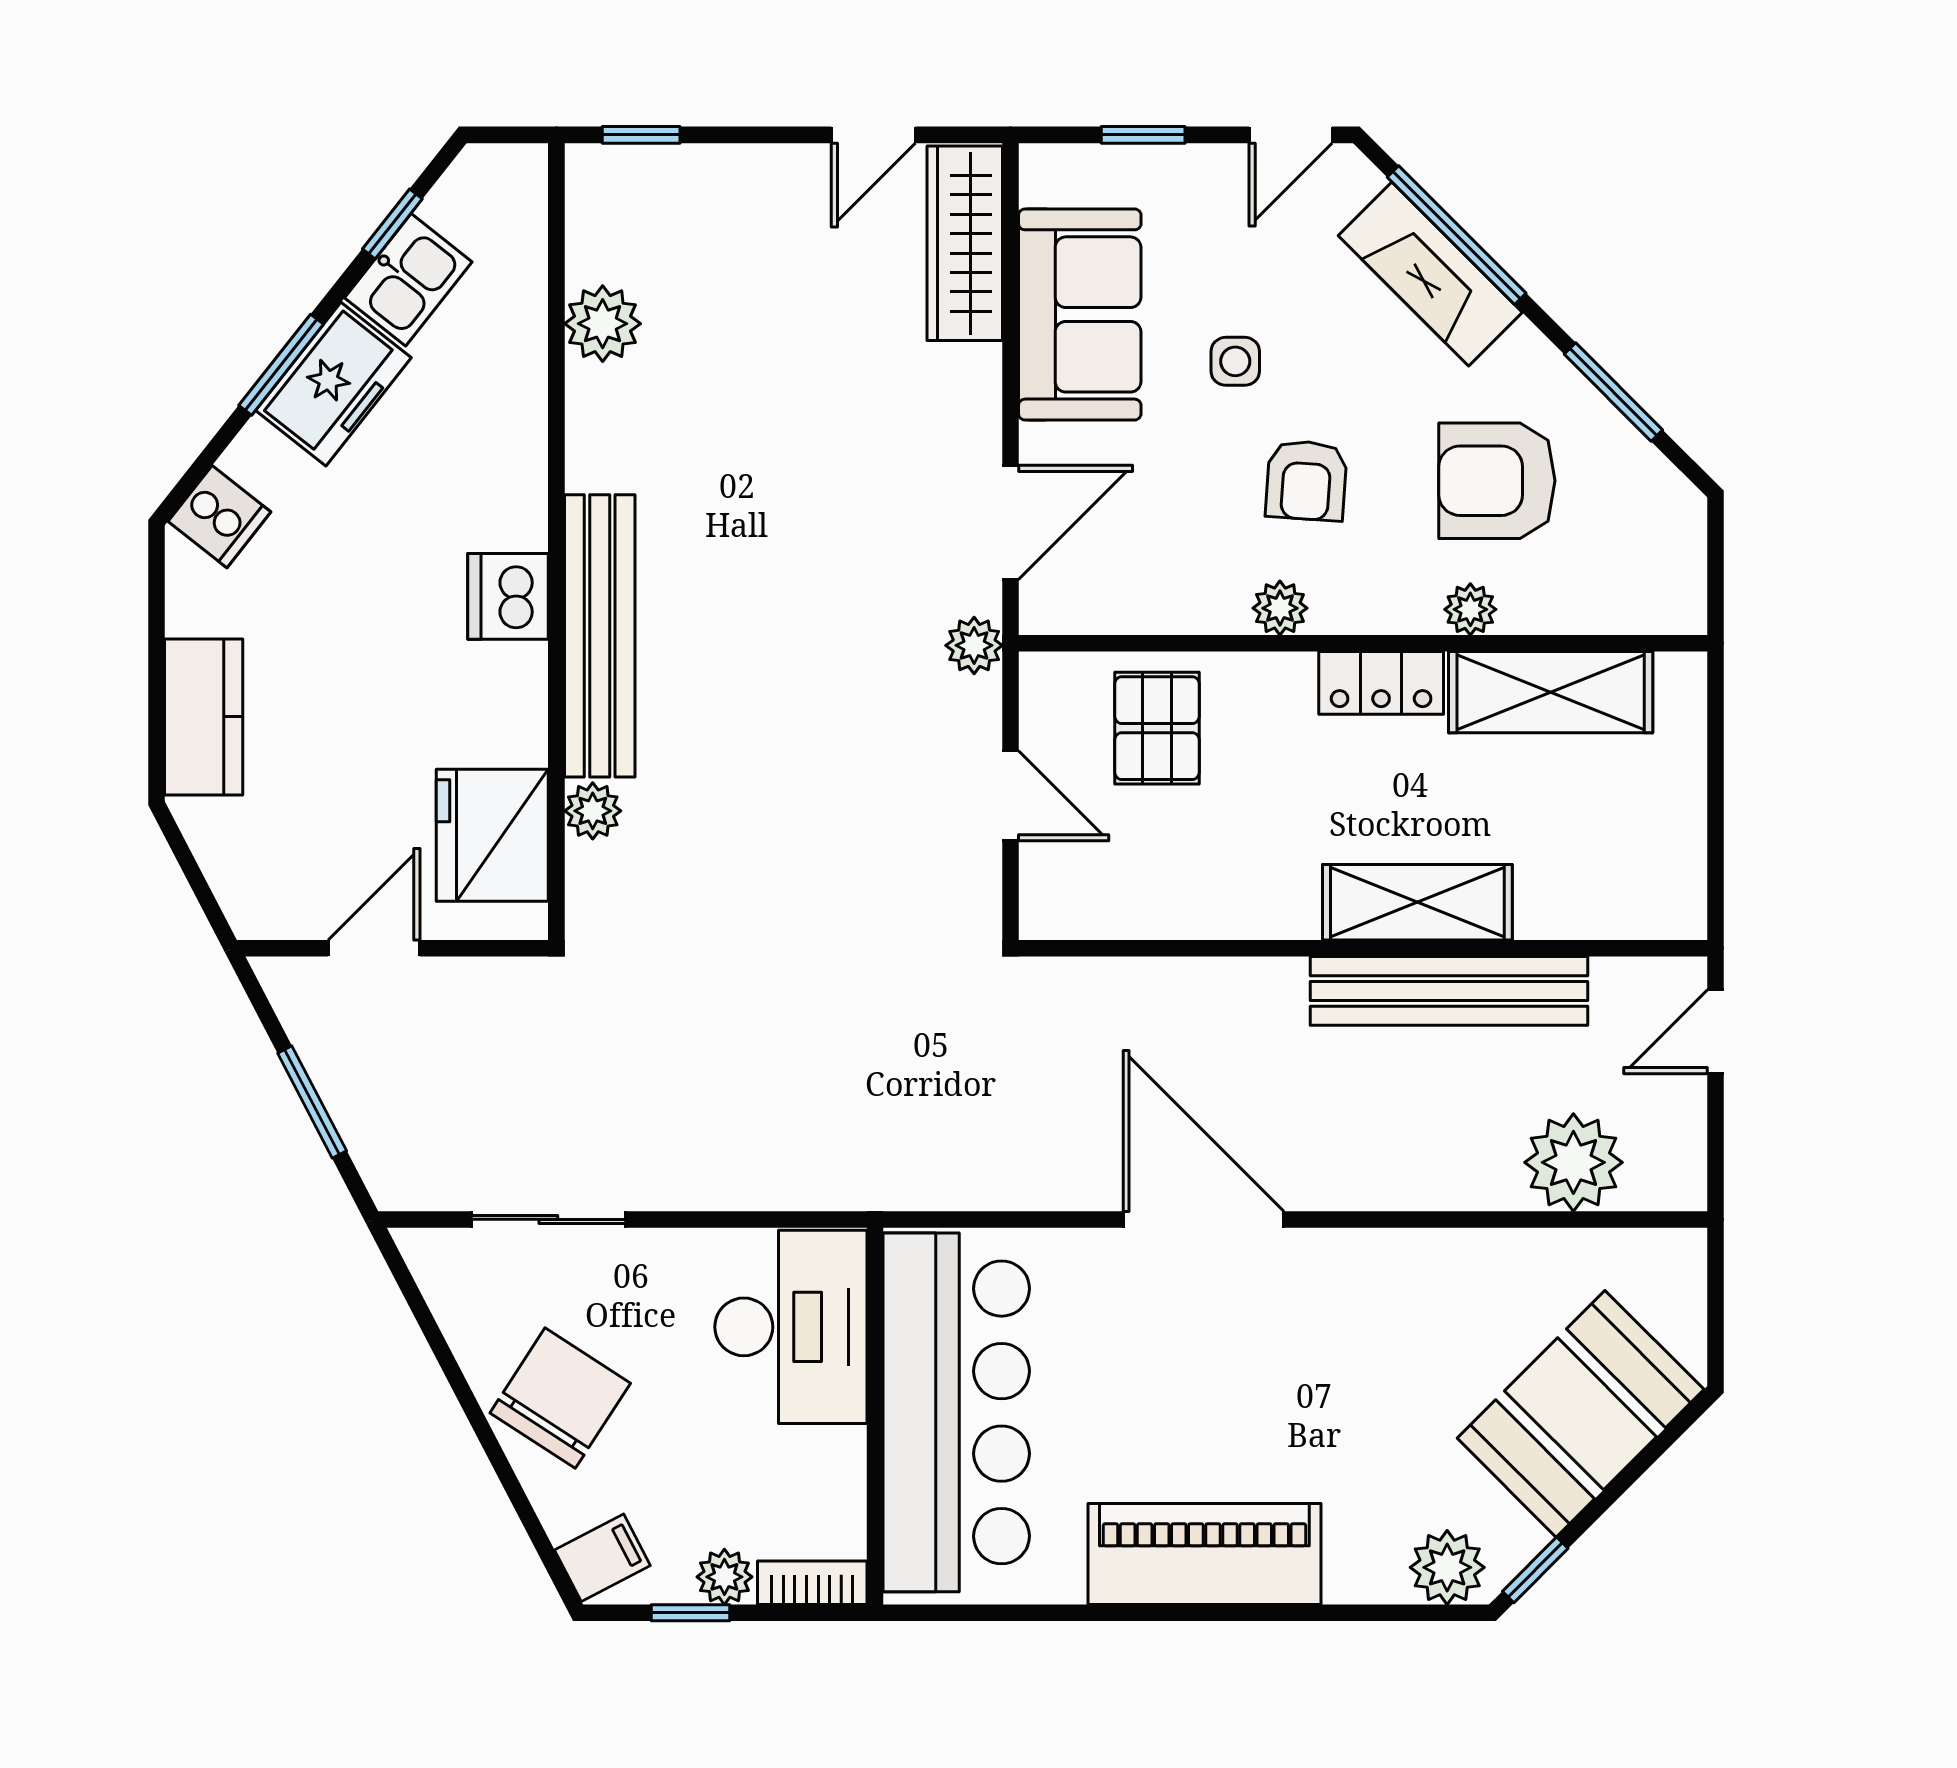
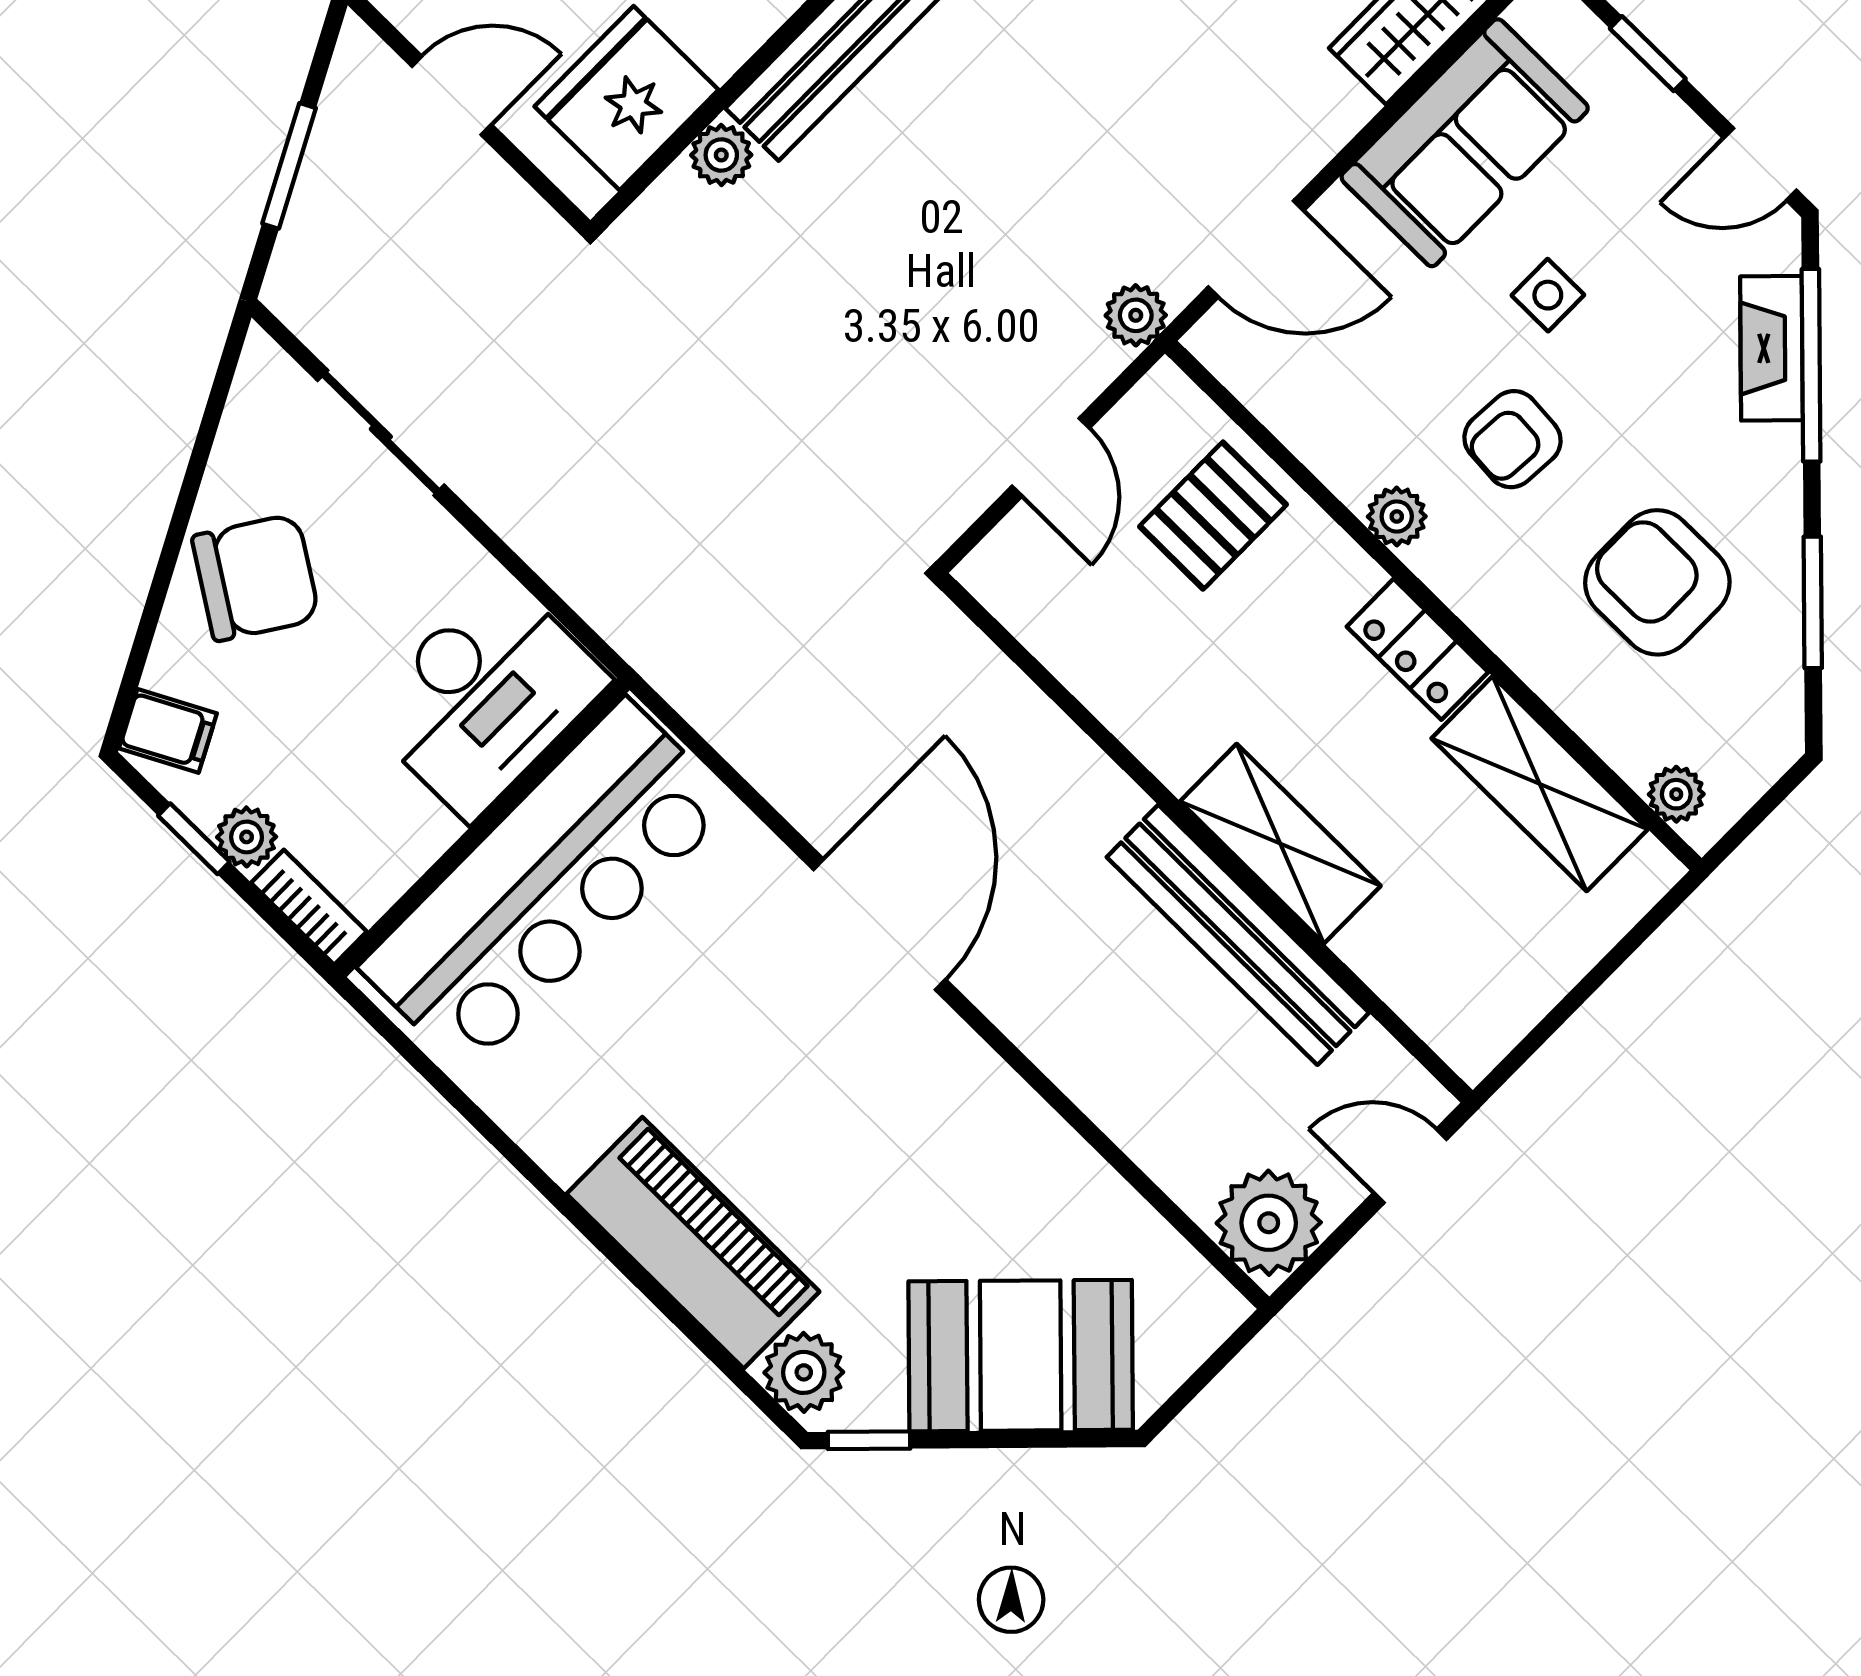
fireplace: (1430, 274) -> (1771, 348), width x0.73, depth x0.76
plant: (1470, 609) -> (1676, 794), moved
plant: (1573, 1162) -> (1269, 1223), moved
piano: (1204, 1554) -> (693, 1243), moved

